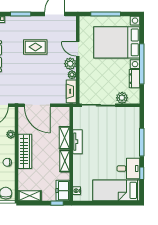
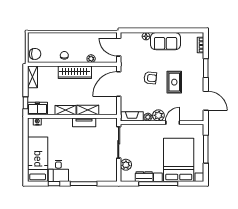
armchair: (31, 72) -> (150, 78), added

